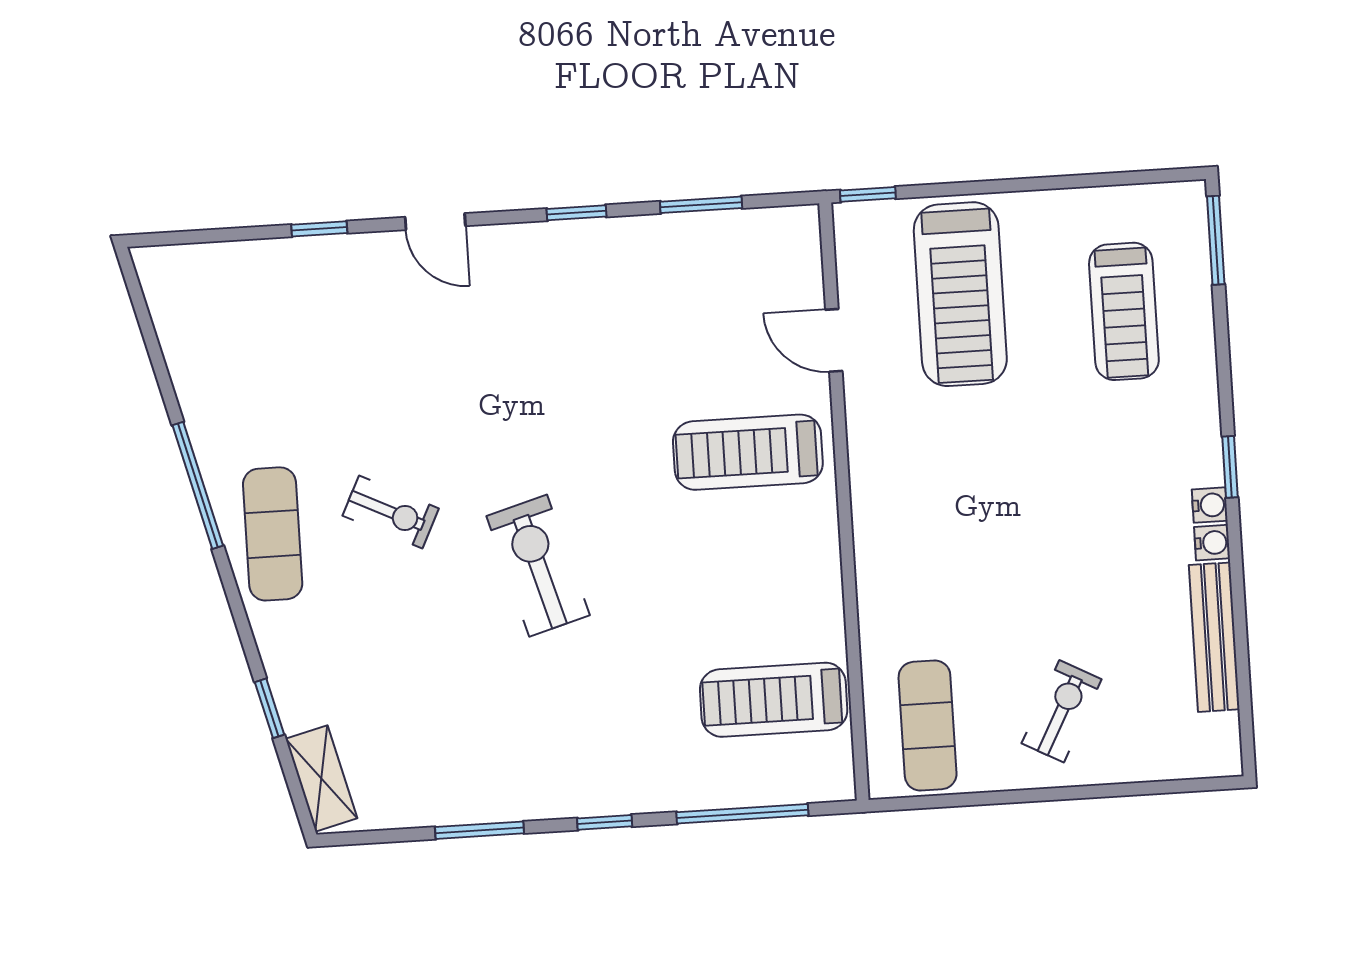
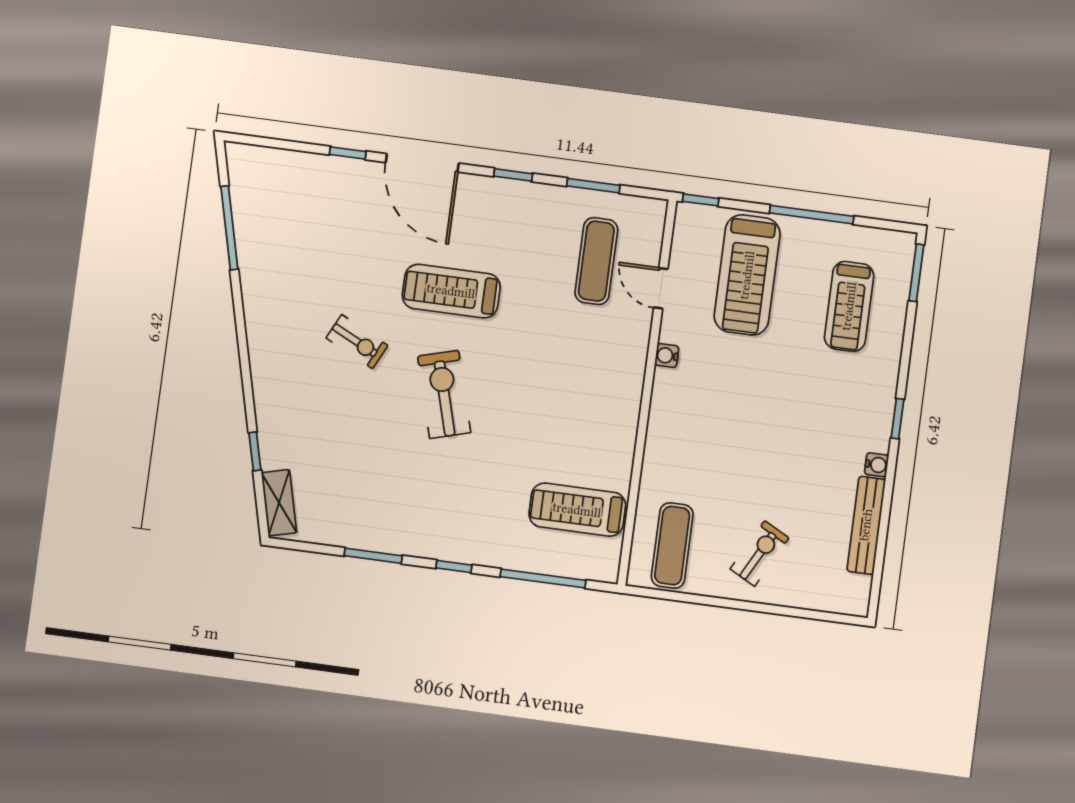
window: (1040, 184) -> (812, 215), added
door: (435, 222) -> (422, 163), width x1.87
treadmill: (748, 452) -> (451, 291), moved
window: (198, 485) -> (229, 228), moved
water cooler: (1210, 505) -> (667, 356), moved, turned 180
exercise mat: (273, 534) -> (596, 261), moved

